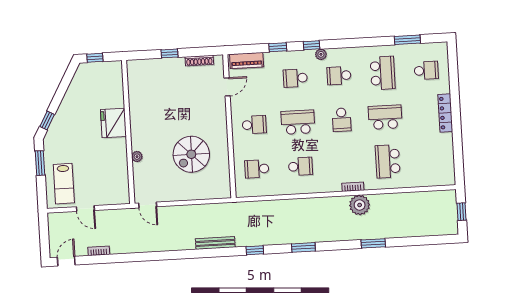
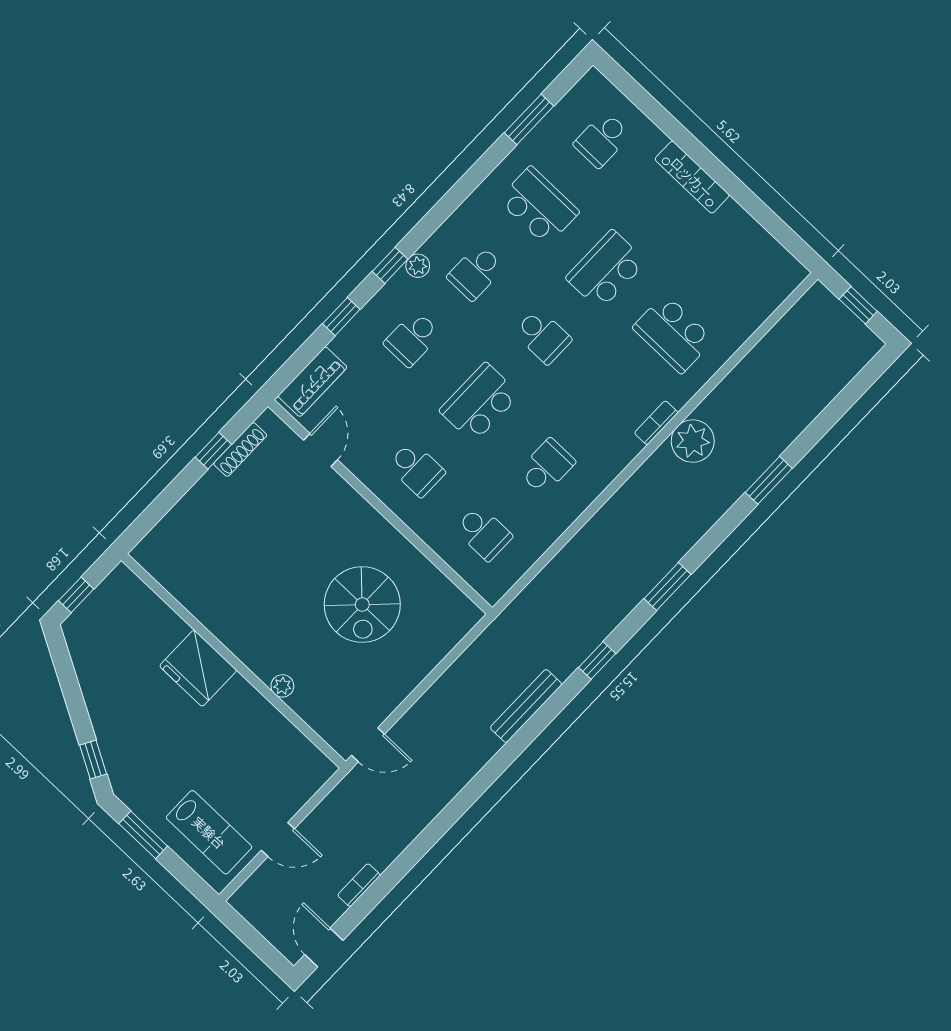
window: (170, 53) -> (213, 451), moved
school desk: (426, 70) -> (602, 139), turned 180
school desk: (254, 125) -> (416, 469), turned 90
school desk: (257, 169) -> (483, 533), turned -90

